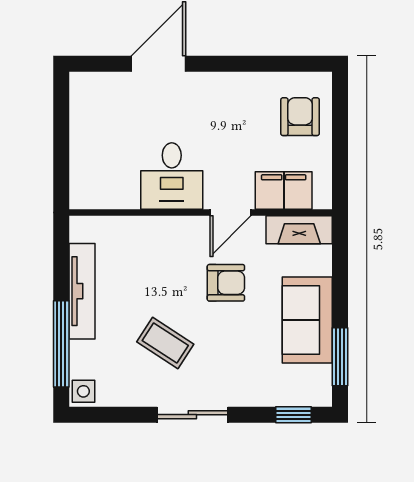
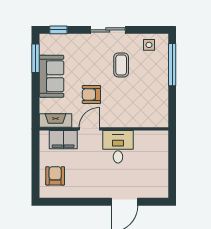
armchair: (300, 117) -> (55, 176), turned 180
tv unit: (82, 291) -> (162, 90), removed
coffee table: (165, 343) -> (121, 65), turned 57
side table: (83, 391) -> (149, 45), moved

